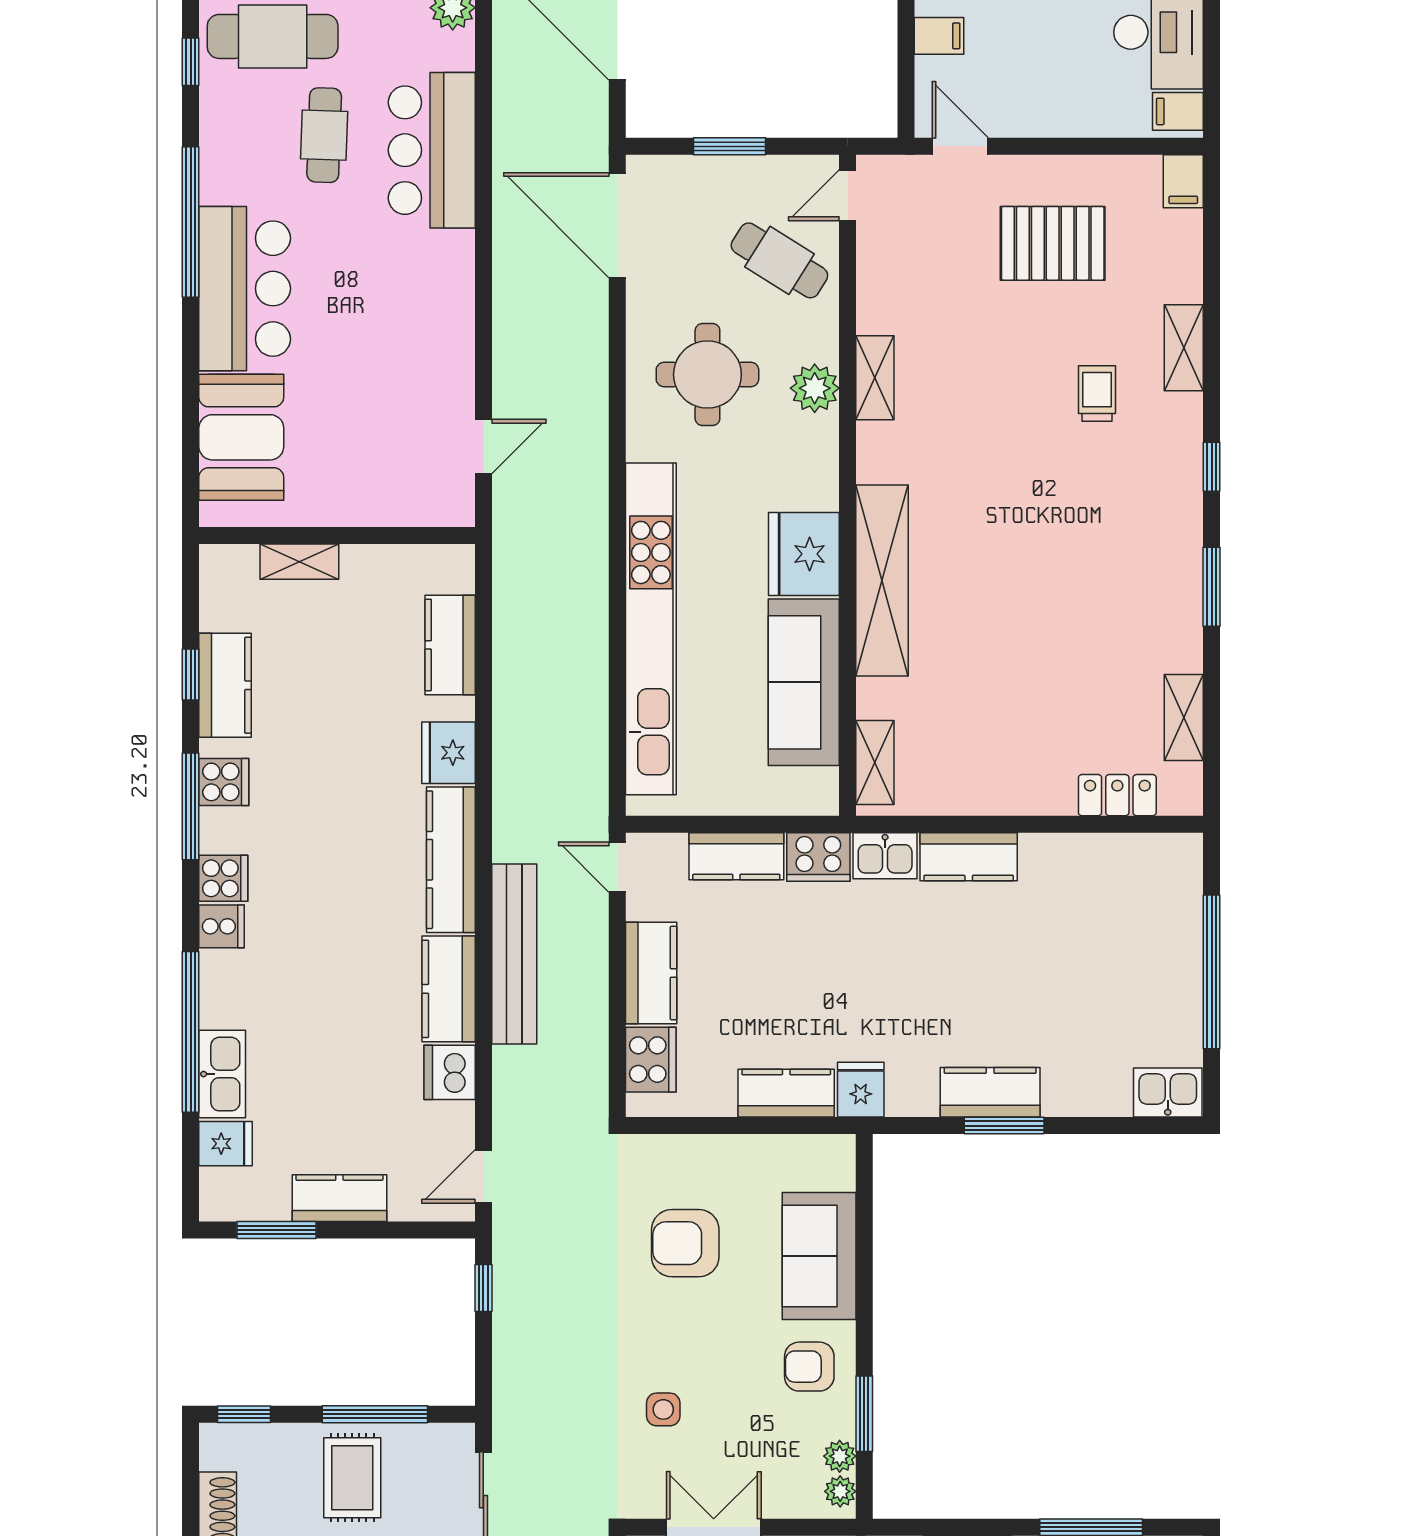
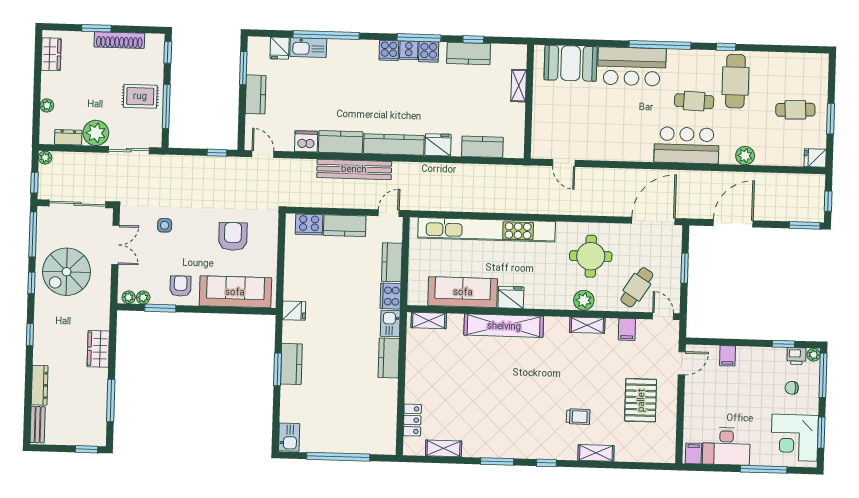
filing cabinet: (1183, 181) -> (627, 329), moved, turned -90
fridge: (804, 554) -> (511, 297), width x0.73, depth x0.75
cooker: (222, 926) -> (409, 50), moved
kitchen counter: (786, 1093) -> (294, 280), removed
sofa: (819, 1256) -> (235, 292), width x1.36

